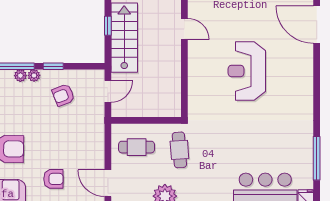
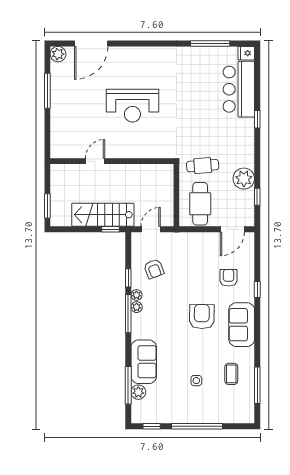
window: (108, 26) -> (110, 229), moved
door: (108, 91) -> (151, 229), hinge flipped
cafe table: (137, 147) -> (200, 204), width x1.37, depth x1.35

